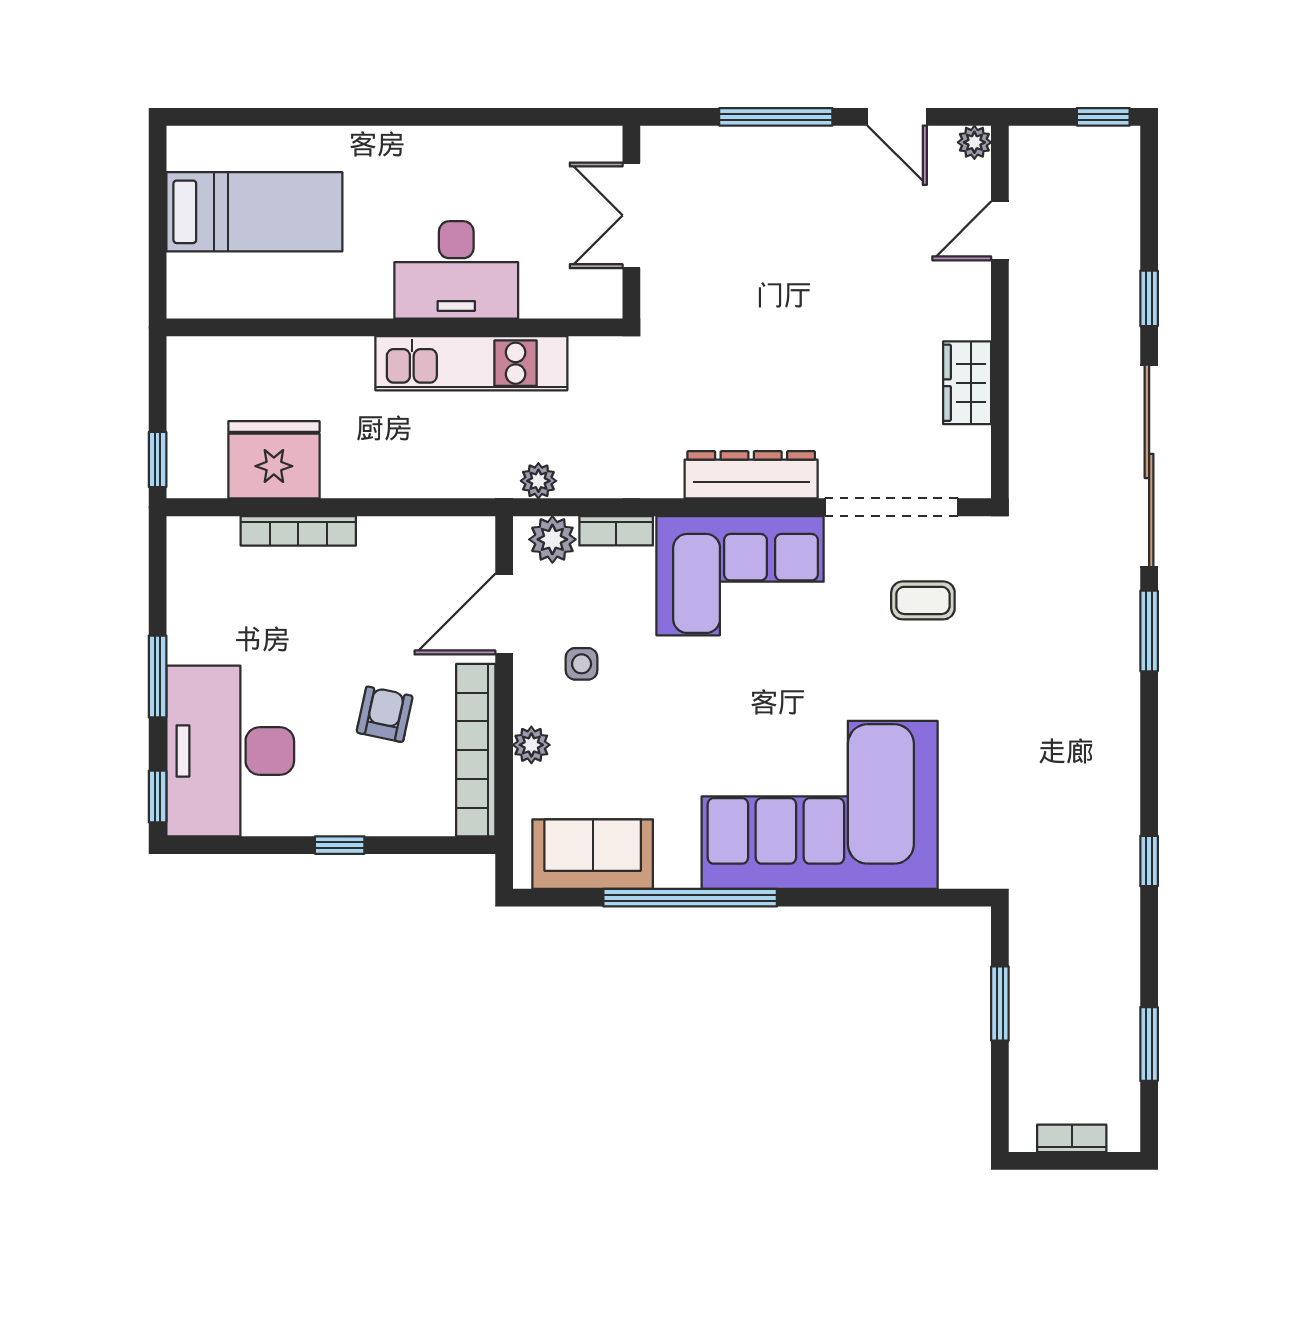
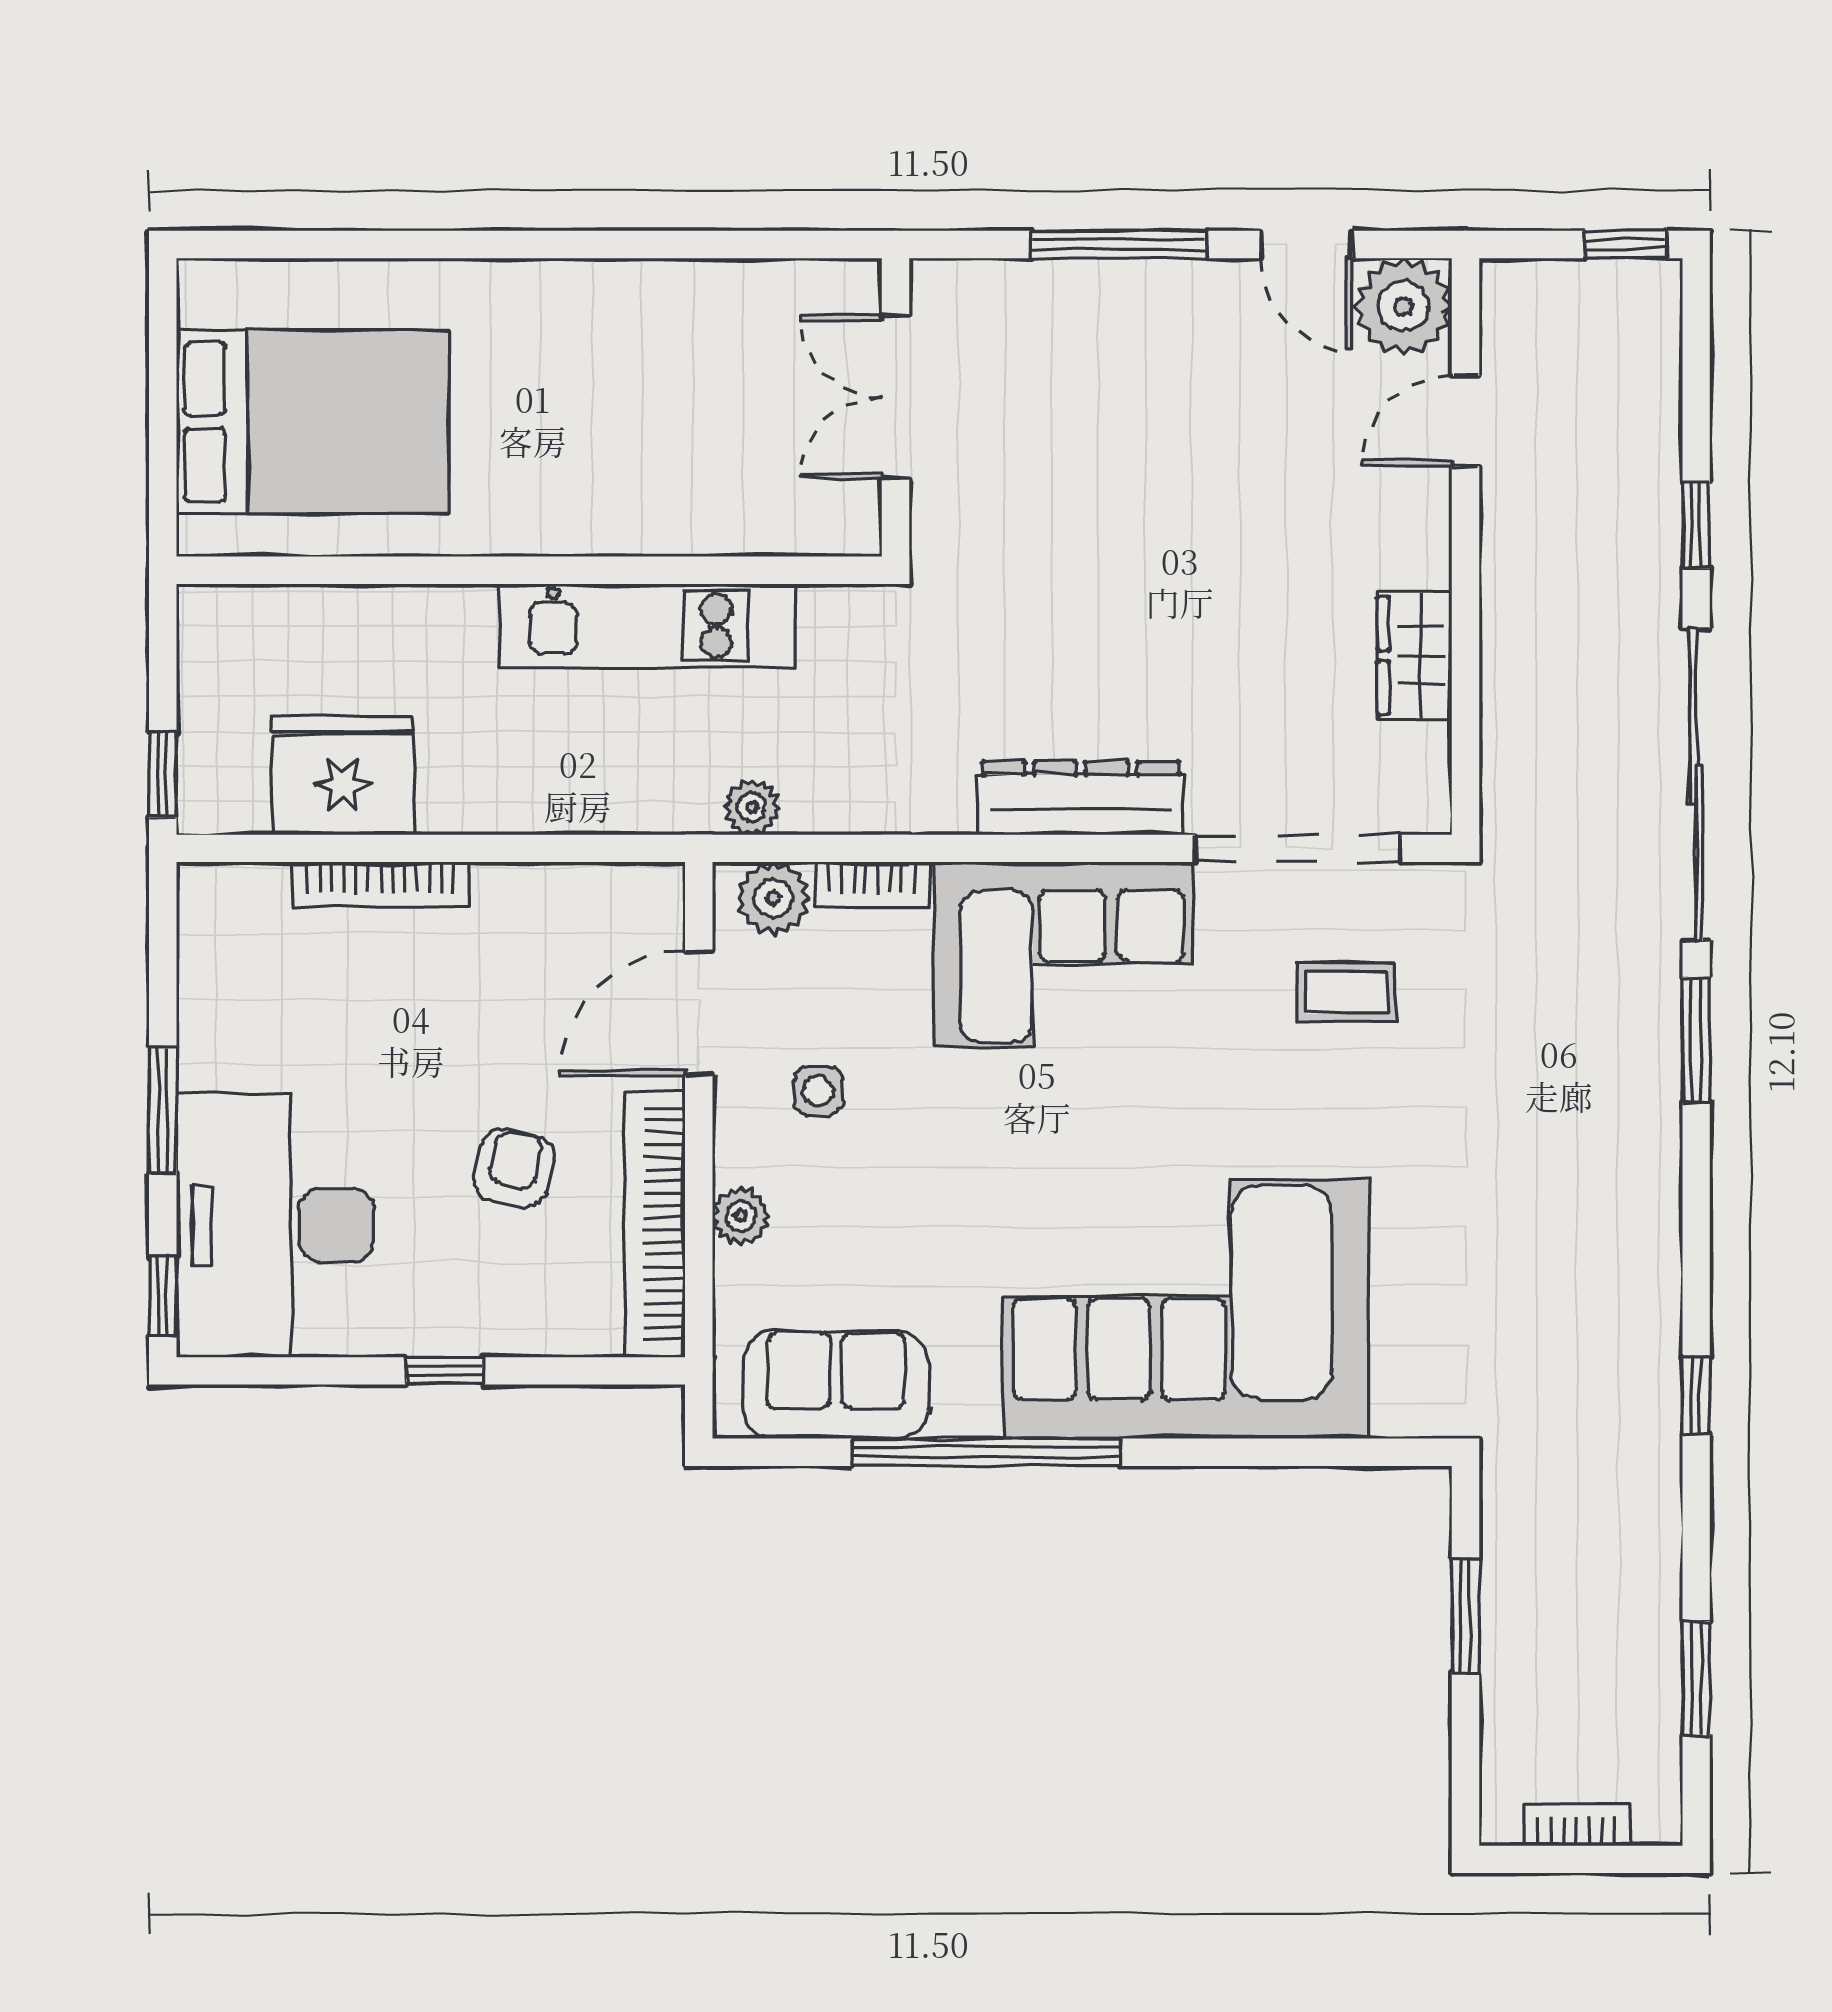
plant: (974, 142) -> (1403, 306), width x1.88, depth x1.88
bed: (254, 212) -> (312, 422), width x1.50
desk: (456, 270) -> (625, 481), removed

